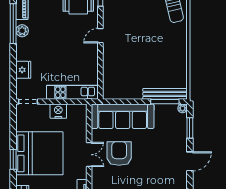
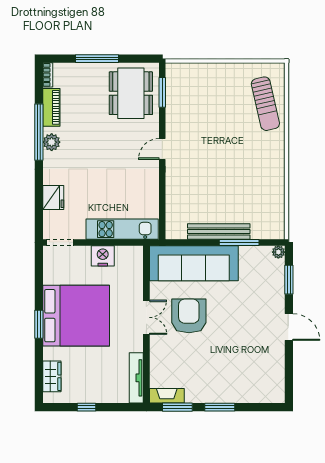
bench: (165, 94) -> (219, 232), moved
window: (165, 102) -> (239, 242), moved
door: (190, 161) -> (289, 327), hinge flipped

